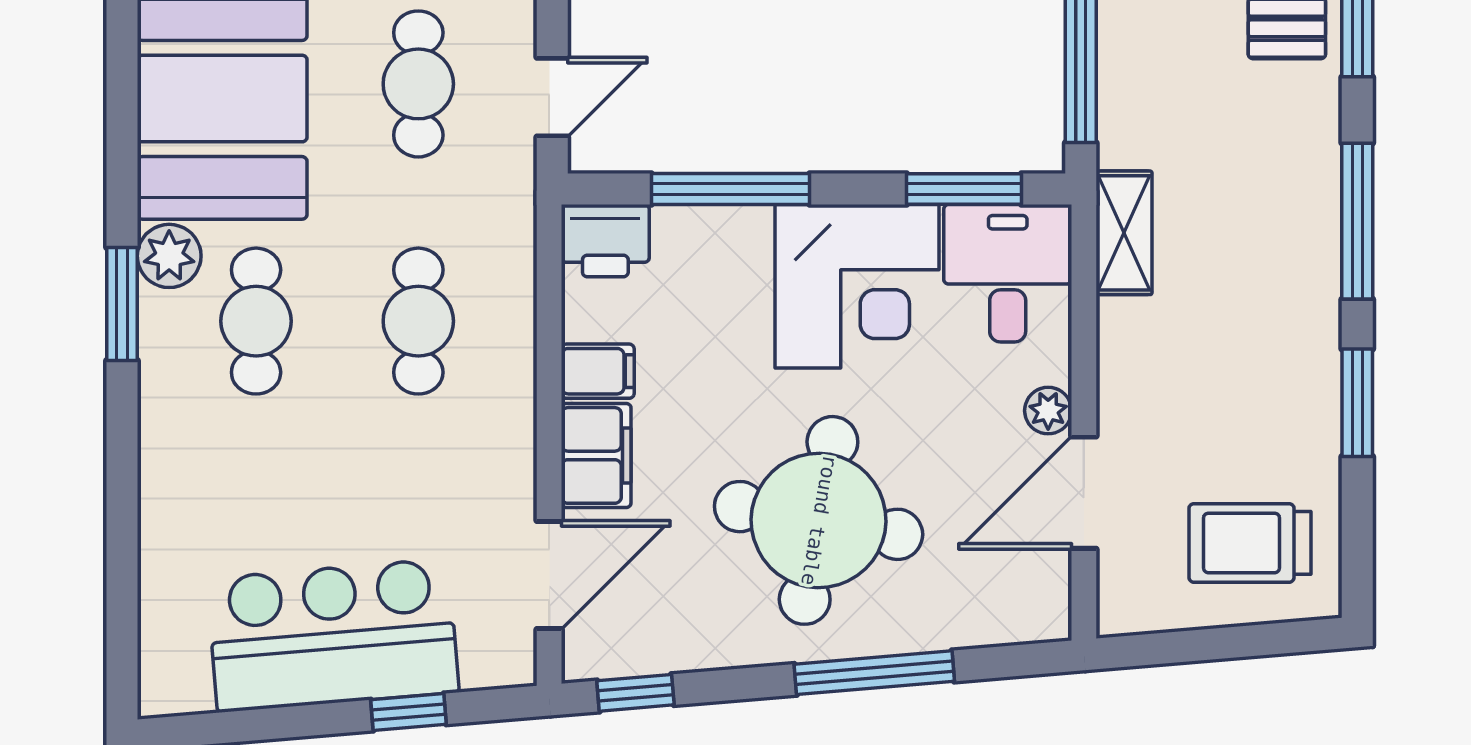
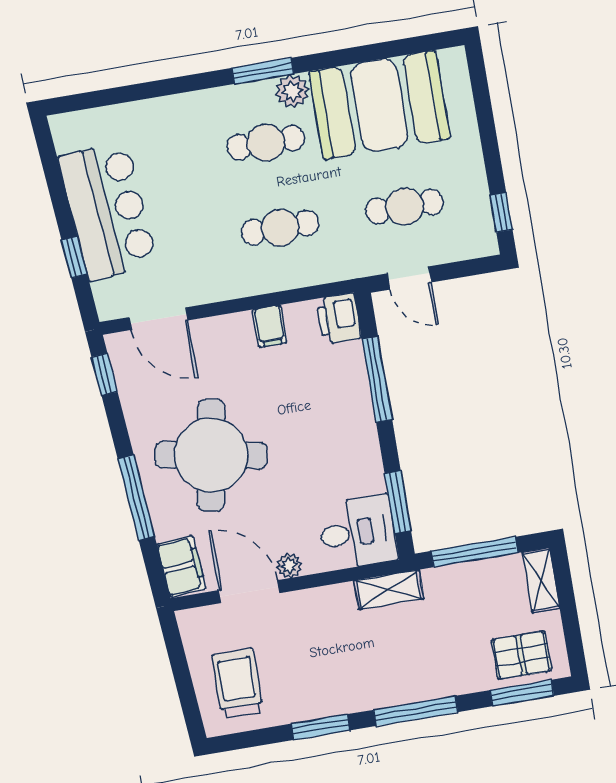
corner desk: (857, 286) -> (337, 454), removed
filing cabinet: (596, 455) -> (181, 566), moved, turned -95

